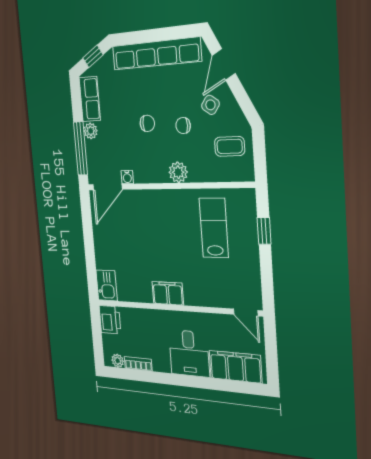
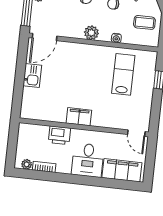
plant: (178, 172) -> (91, 33), moved
water cooler: (127, 177) -> (116, 38), moved
kitchen sink: (107, 285) -> (32, 75), moved
printer: (110, 320) -> (59, 135), moved, turned 90

